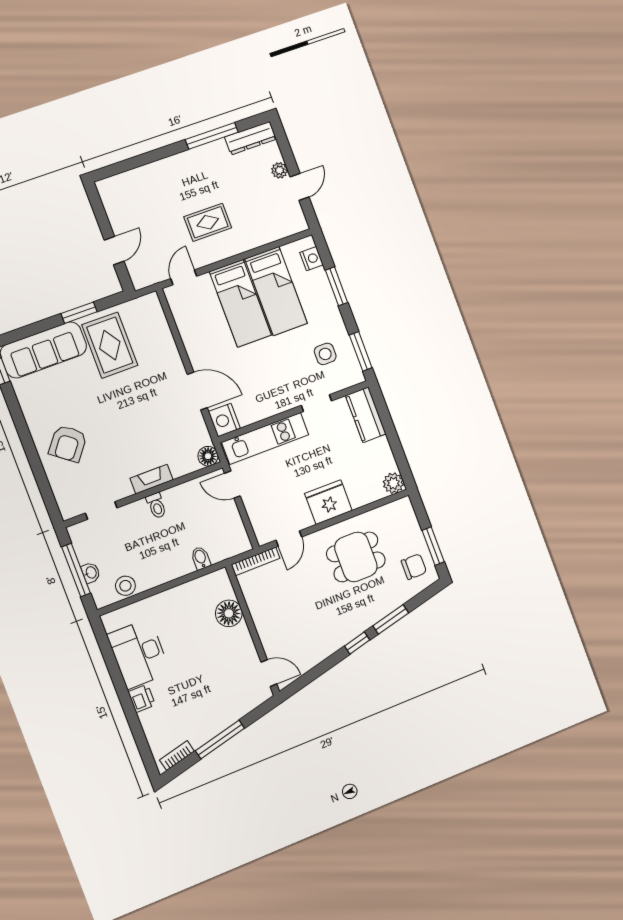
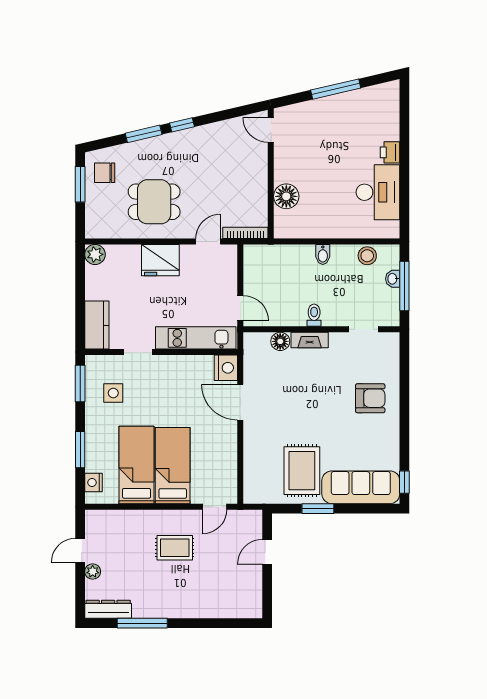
armchair: (68, 443) -> (370, 398), turned 52
floor lamp: (208, 456) -> (280, 341), moved
bidet: (201, 558) -> (323, 254), moved
bookcase: (177, 756) -> (378, 90), removed

